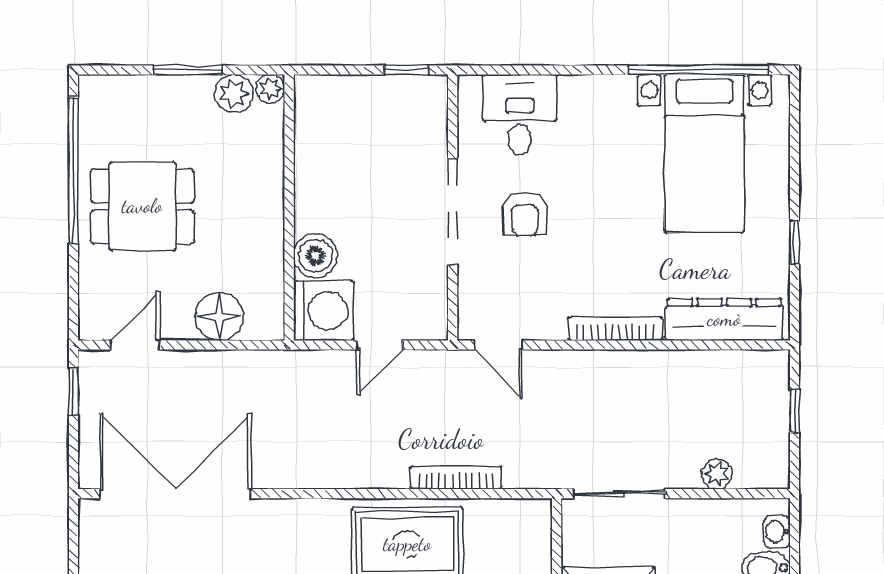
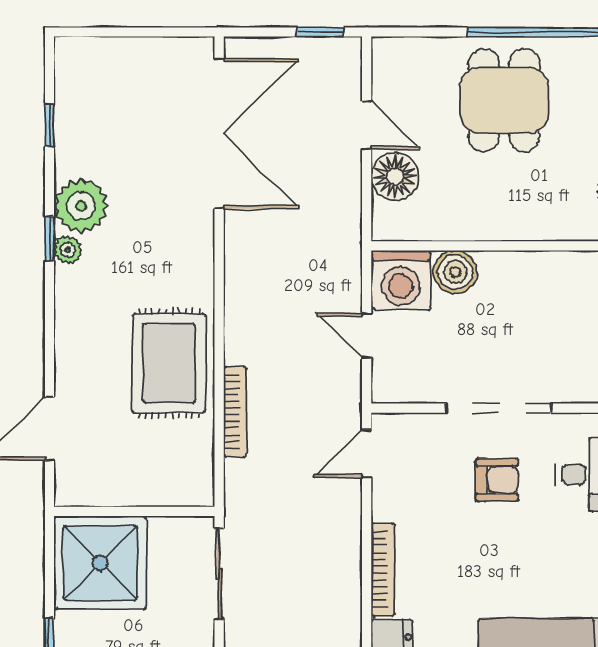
armchair: (525, 214) -> (497, 480), turned 180
door: (135, 345) -> (367, 125), moved

